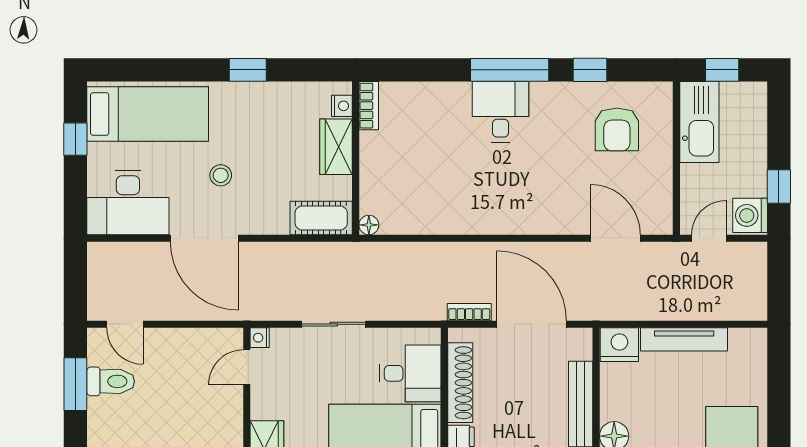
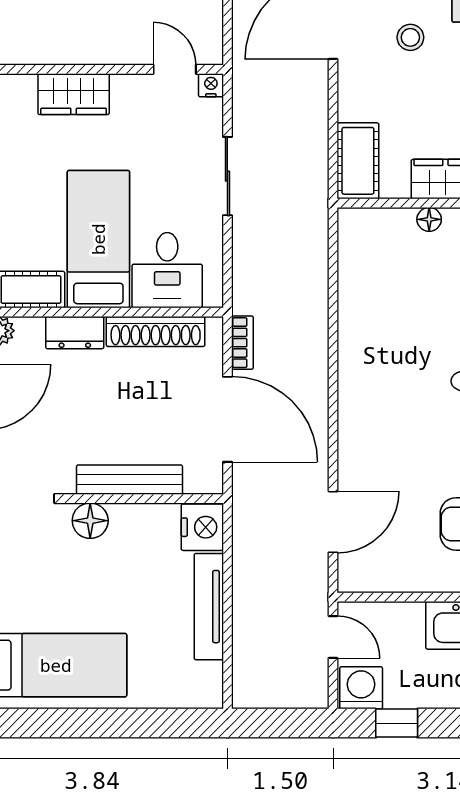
floor lamp: (369, 225) -> (429, 219), moved
door: (532, 324) -> (227, 419), hinge flipped

